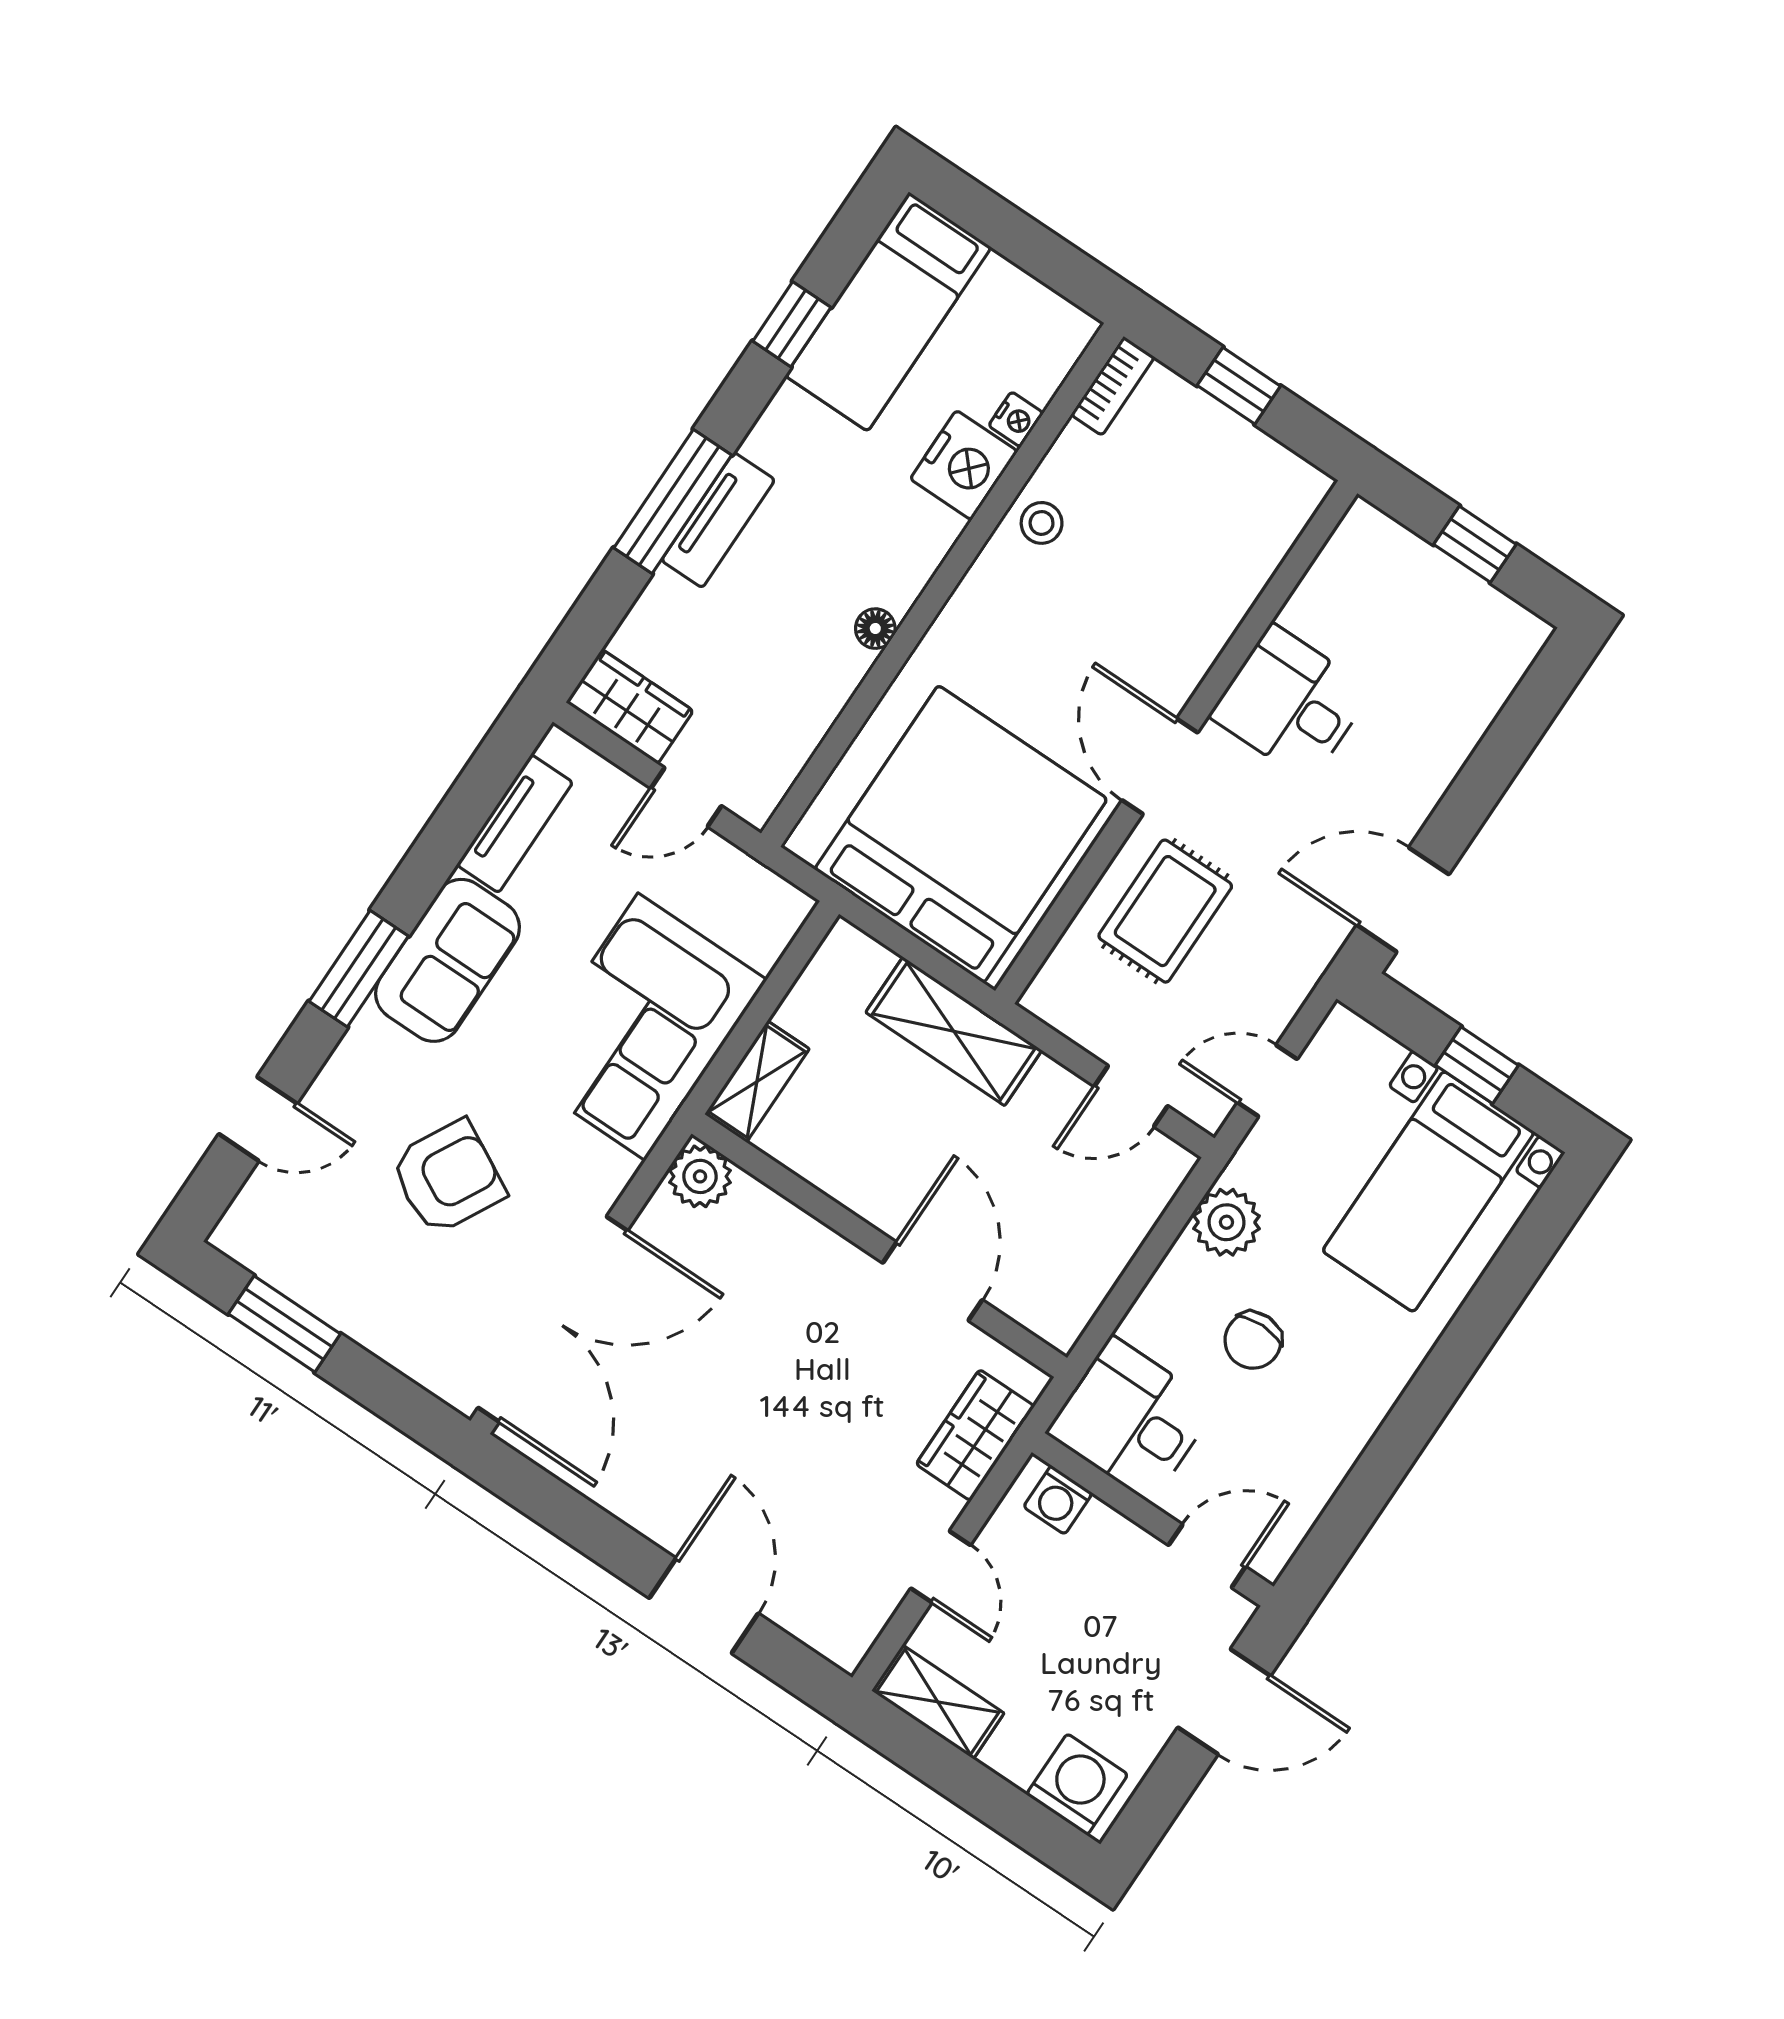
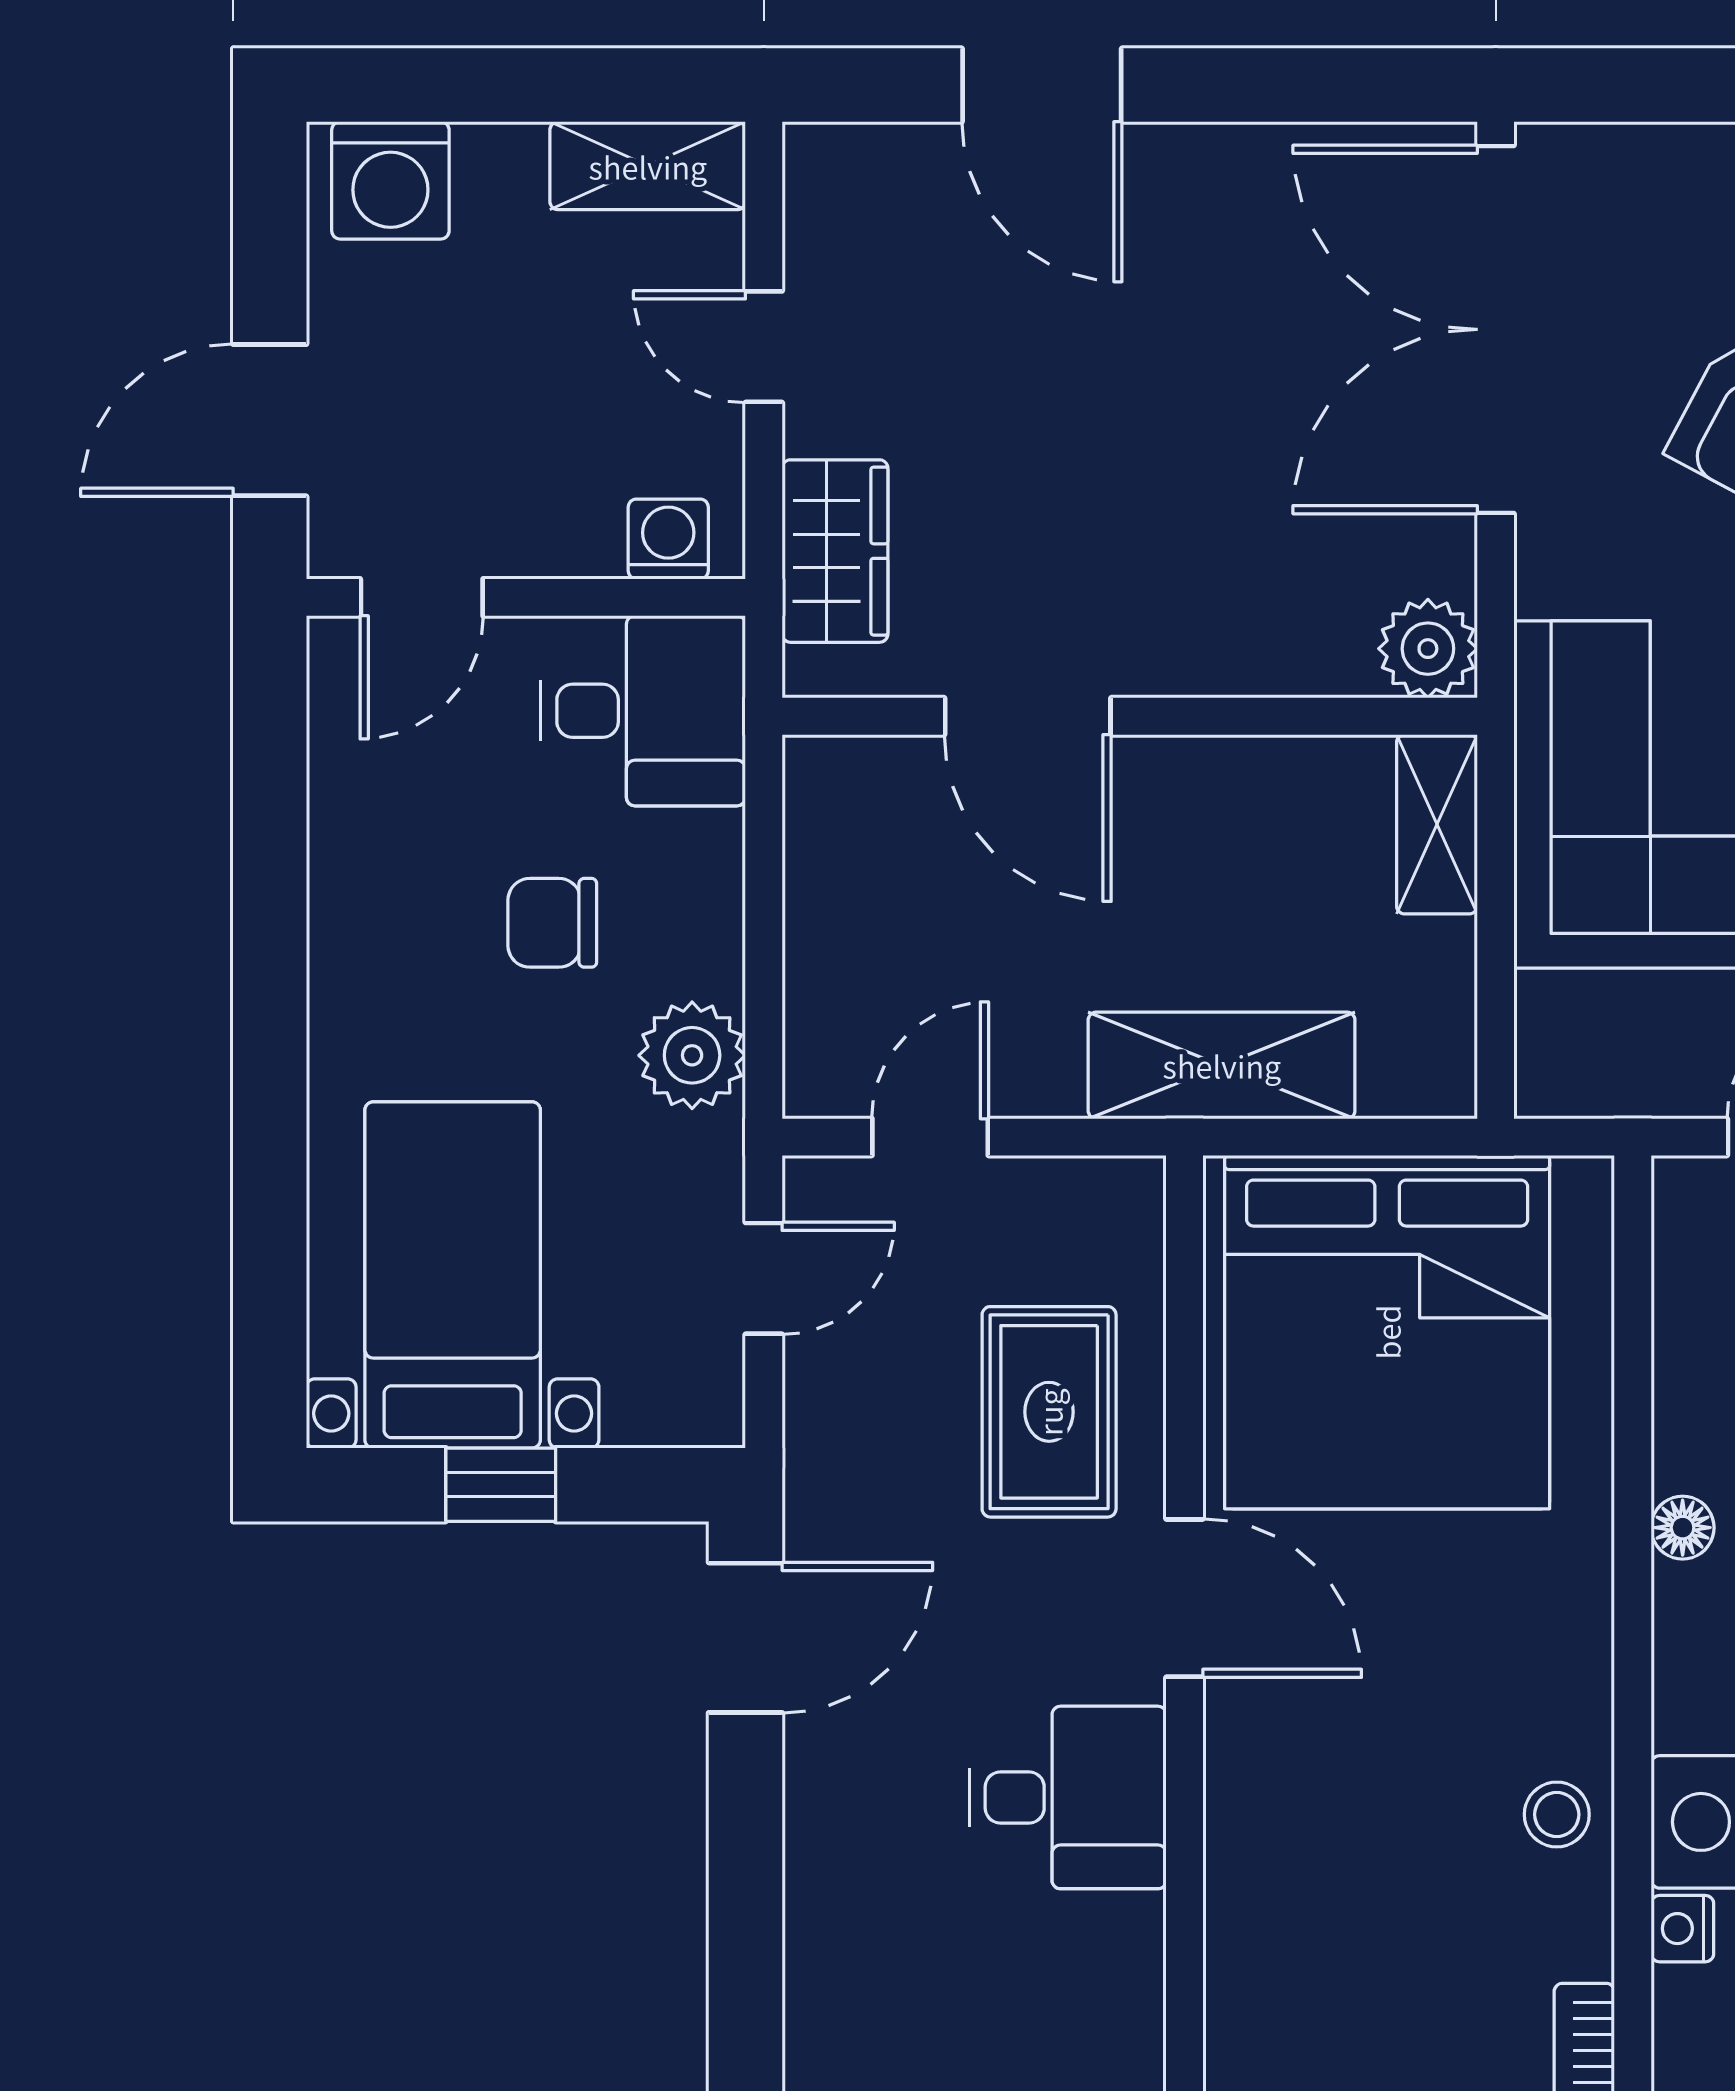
chair: (1253, 1340) -> (552, 923), turned -90

